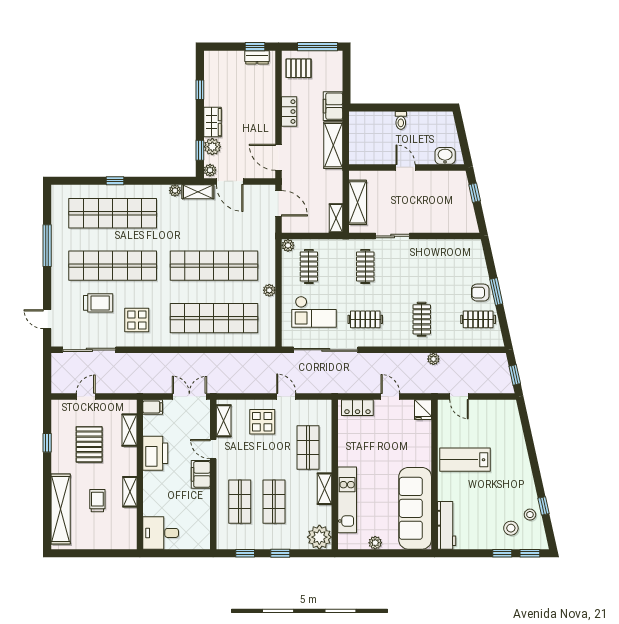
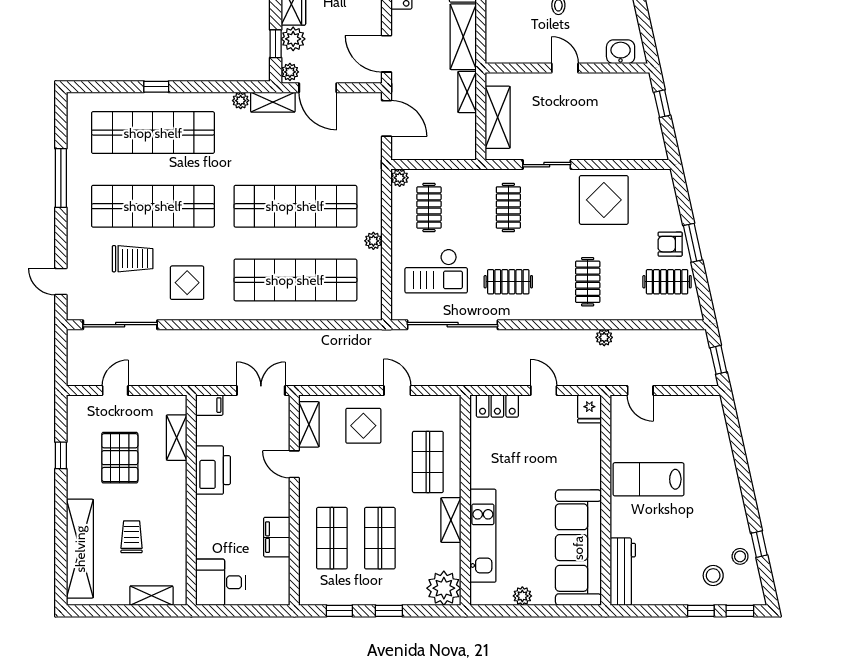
shelving: (336, 218) -> (467, 92), moved
display table: (433, 261) -> (604, 200), added
filing cabinet: (201, 474) -> (277, 537), moved
shelving: (130, 492) -> (151, 596), moved, turned 90

